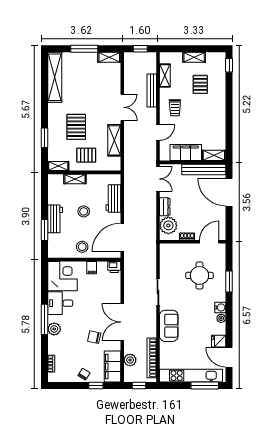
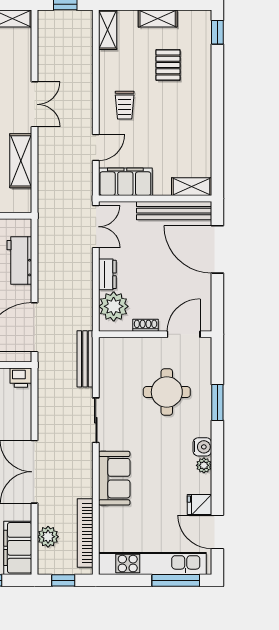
shelving: (165, 76) -> (108, 30), moved
bench: (152, 91) -> (85, 359), moved
filing cabinet: (186, 153) -> (125, 182), moved

